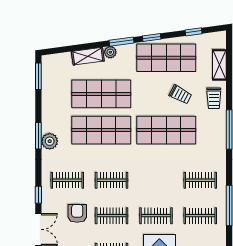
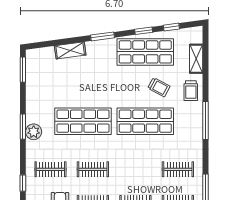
window: (152, 37) -> (144, 31), moved
plant: (110, 52) -> (92, 47), removed
shop shelf: (101, 94) -> (83, 87), removed

